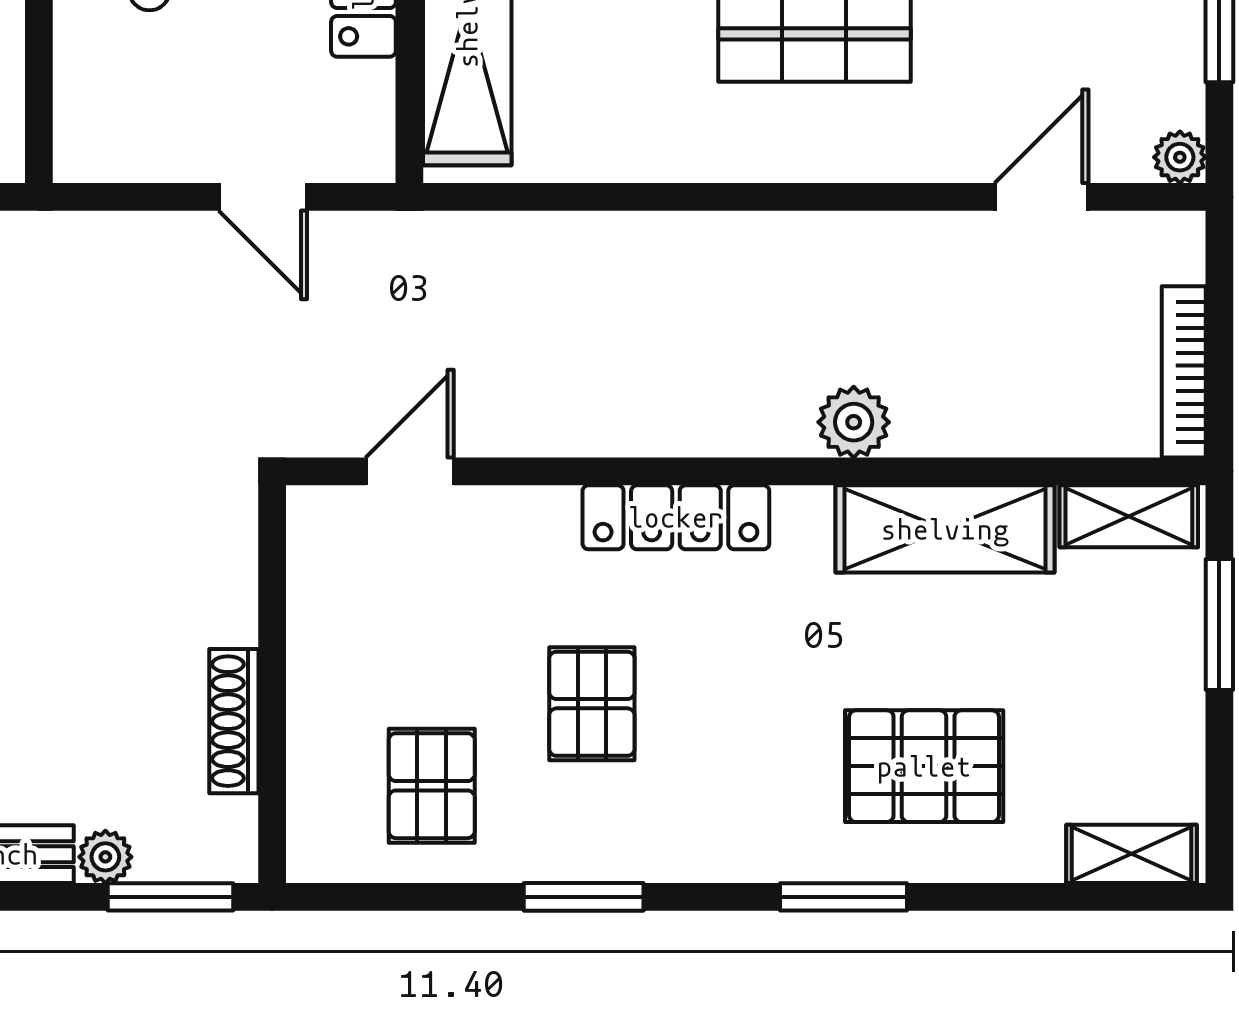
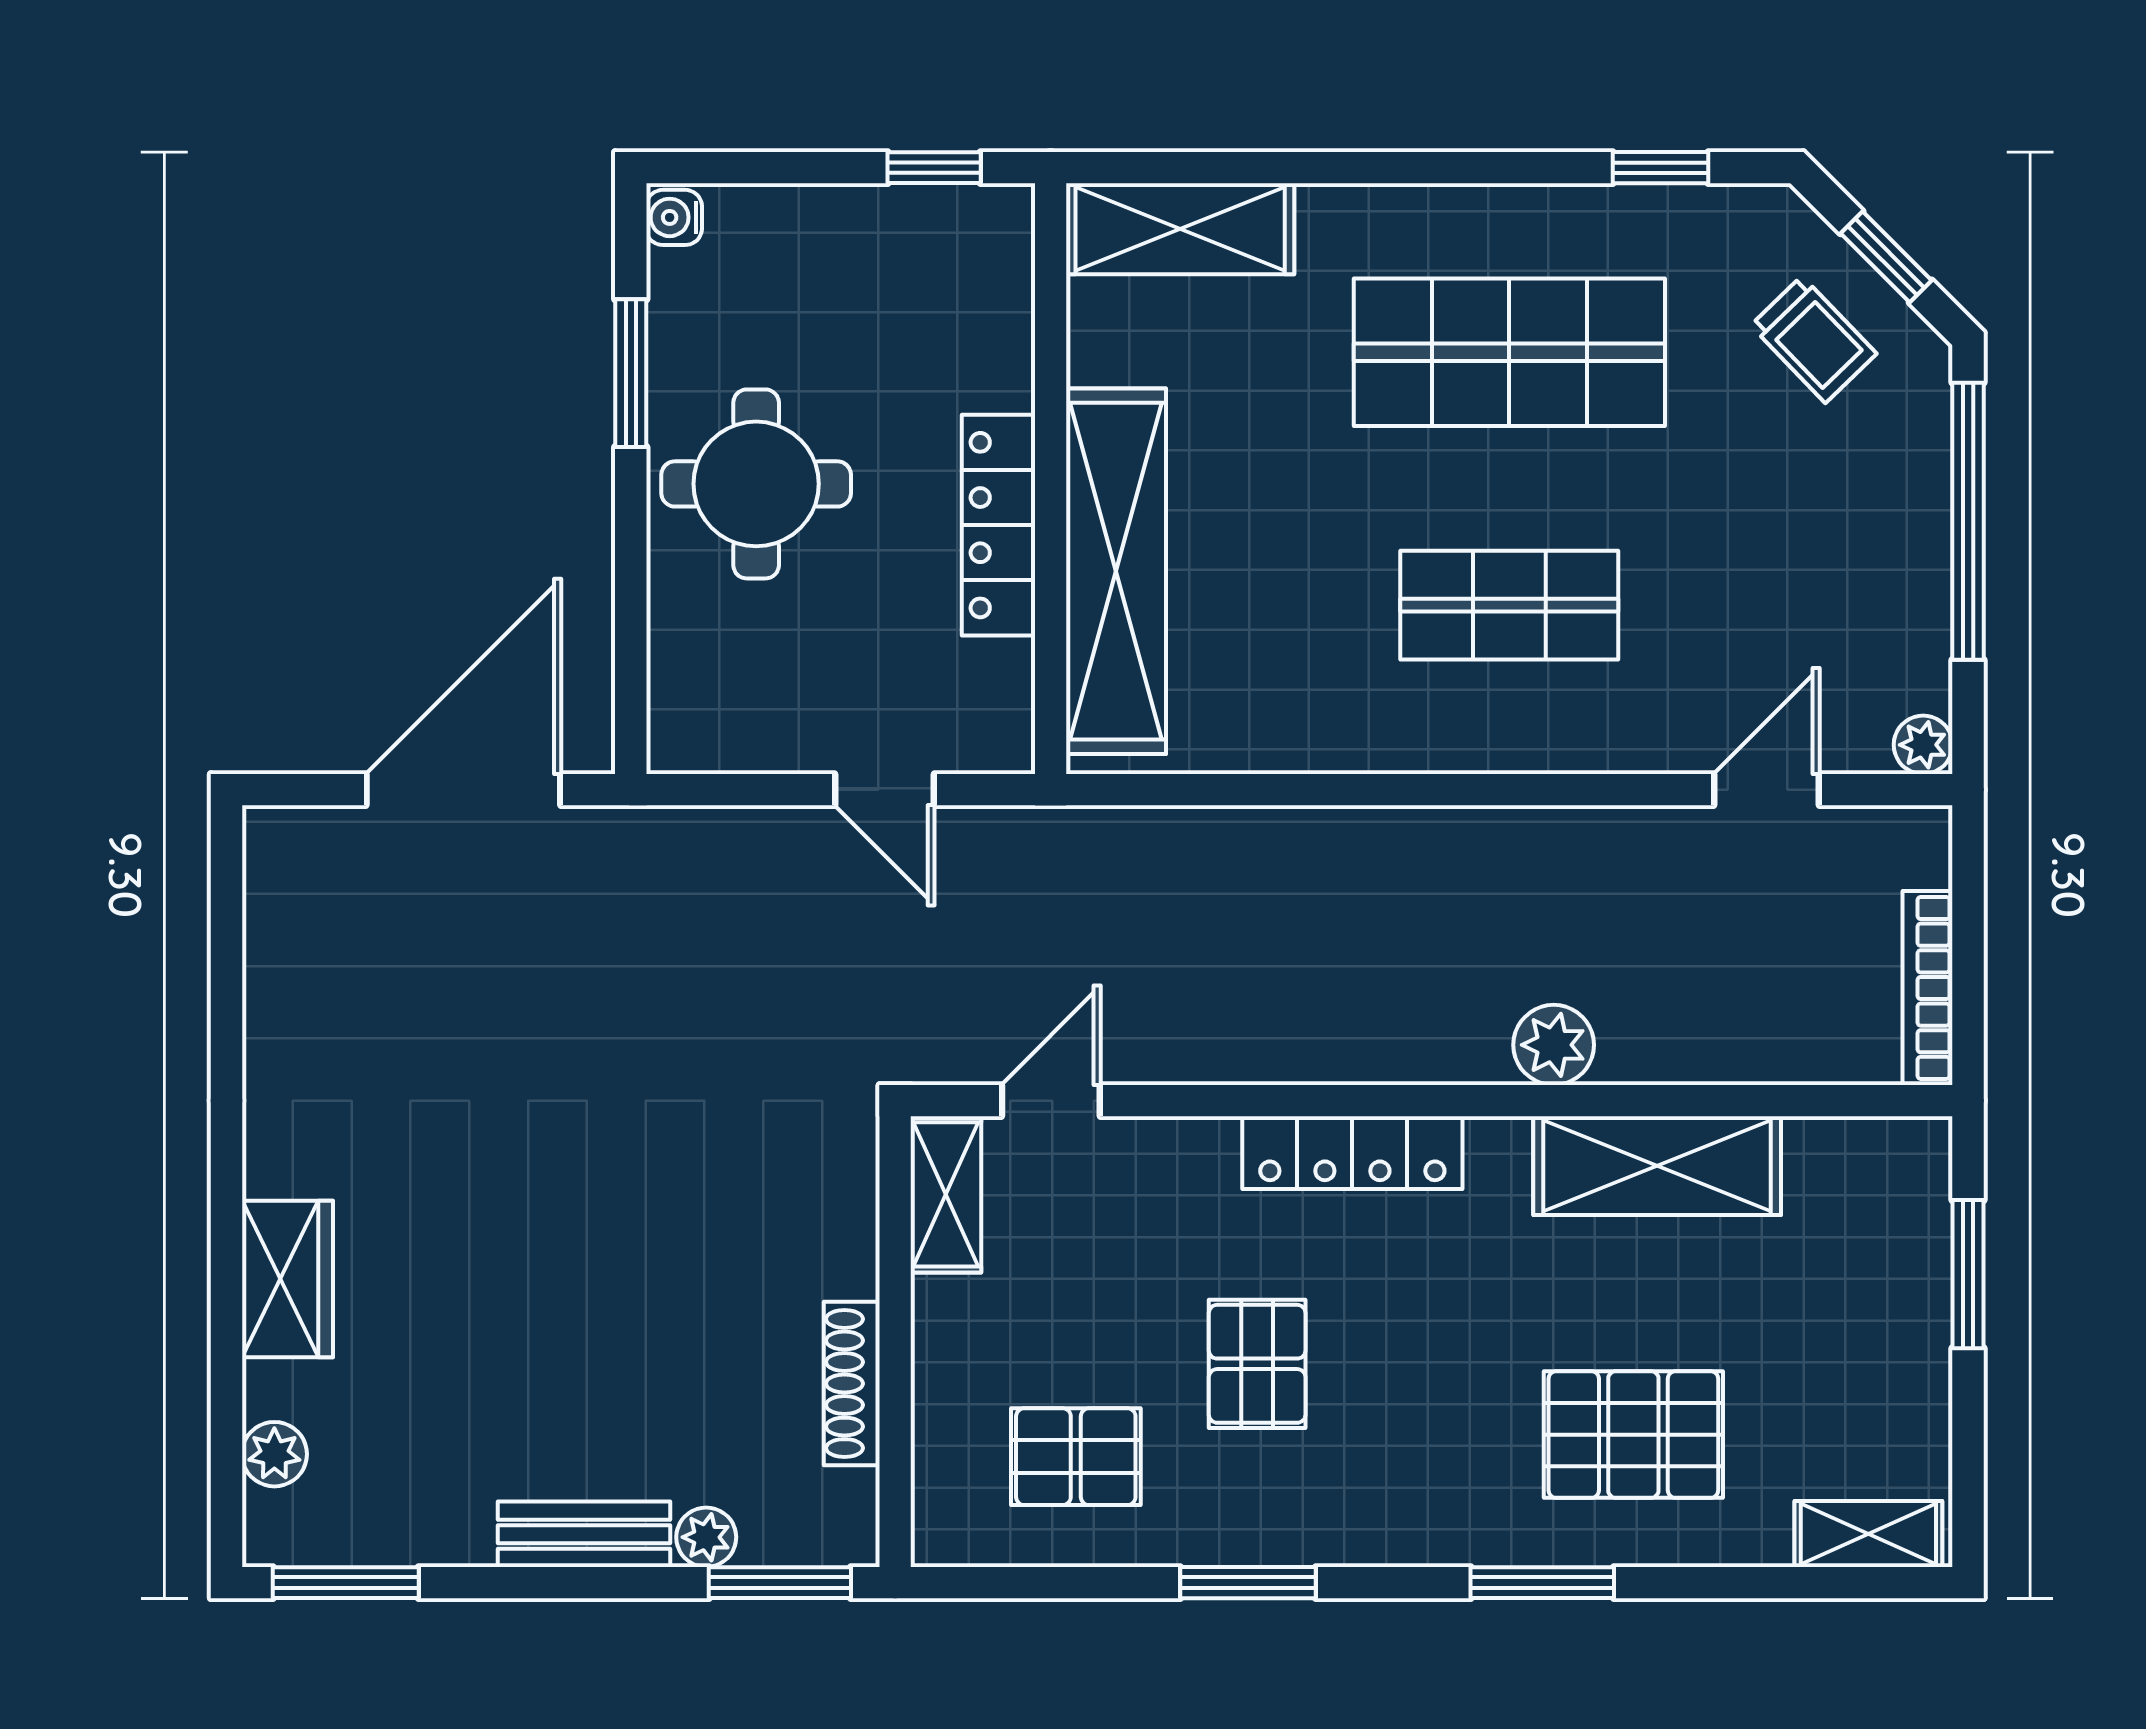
shelving: (1129, 516) -> (946, 1194), moved, turned 90
pallet: (432, 786) -> (1076, 1457), turned 90

